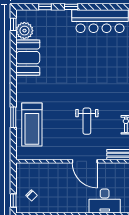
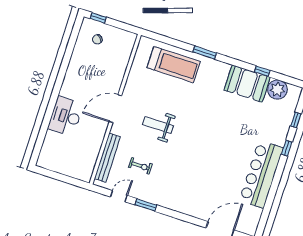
window: (13, 24) -> (262, 71), moved
window: (13, 117) -> (205, 52), moved
treadmill: (32, 125) -> (174, 65), turned 180

